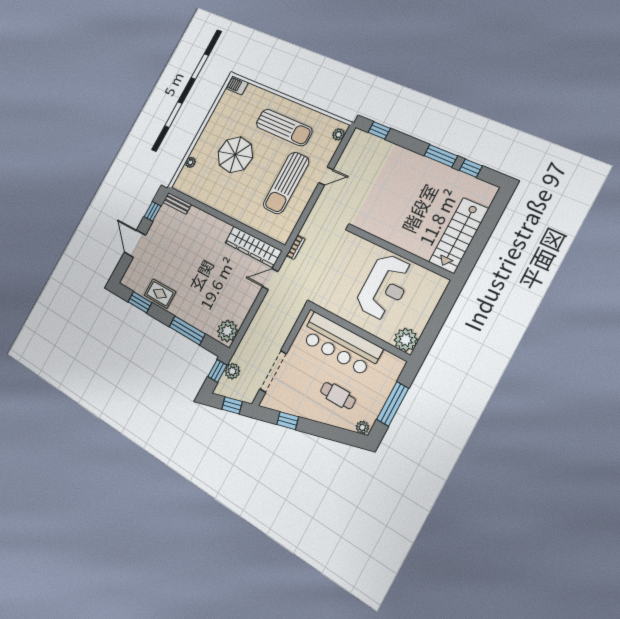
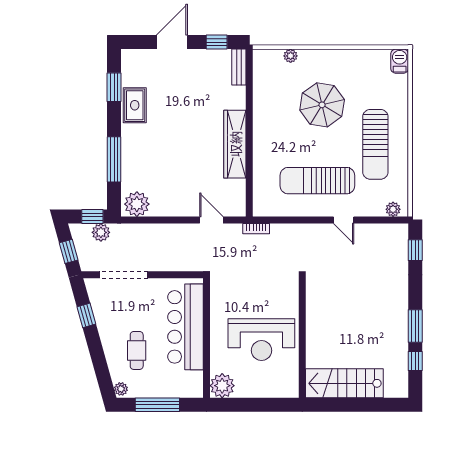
wardrobe: (253, 247) -> (235, 144), moved

